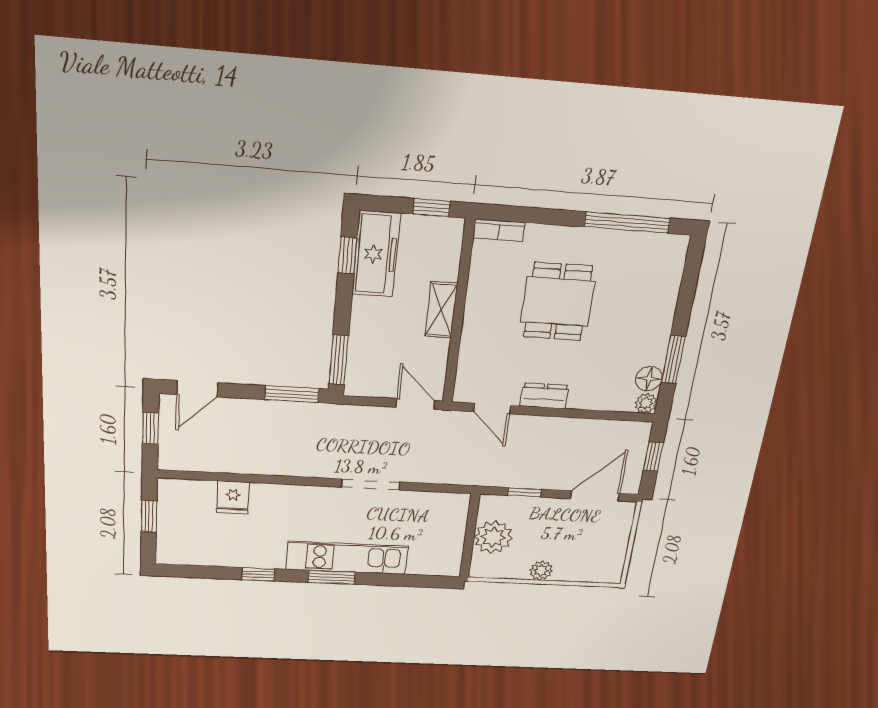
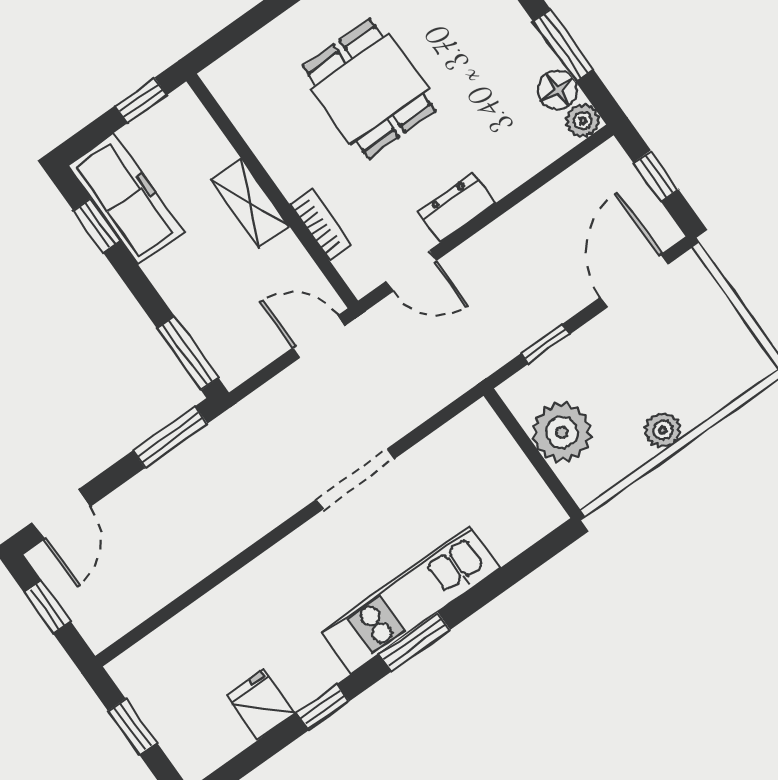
bookcase: (499, 230) -> (321, 224), moved, turned -90
fridge: (233, 497) -> (260, 705), moved, turned 180

